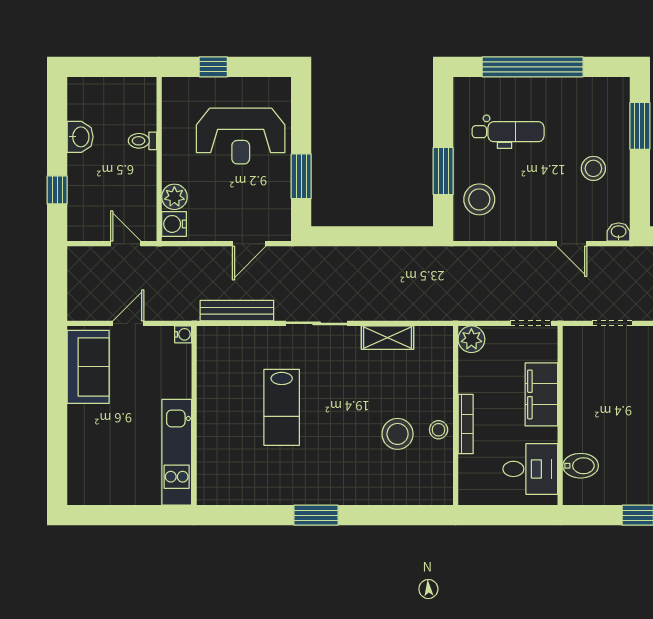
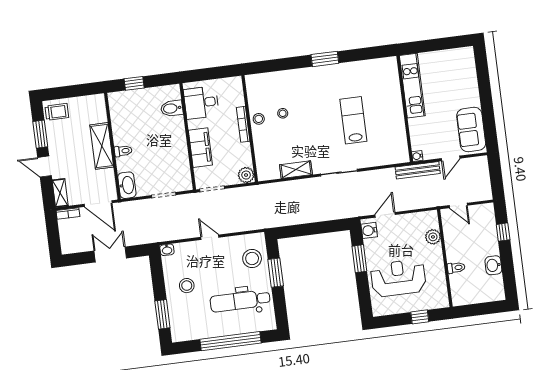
dental chair: (508, 132) -> (240, 301), width x1.36, depth x1.38
water cooler: (174, 224) -> (369, 230), moved, turned 180
door: (572, 244) -> (210, 237), moved
bench: (237, 311) -> (418, 170), moved
stool: (398, 434) -> (283, 113), width x0.53, depth x0.53

